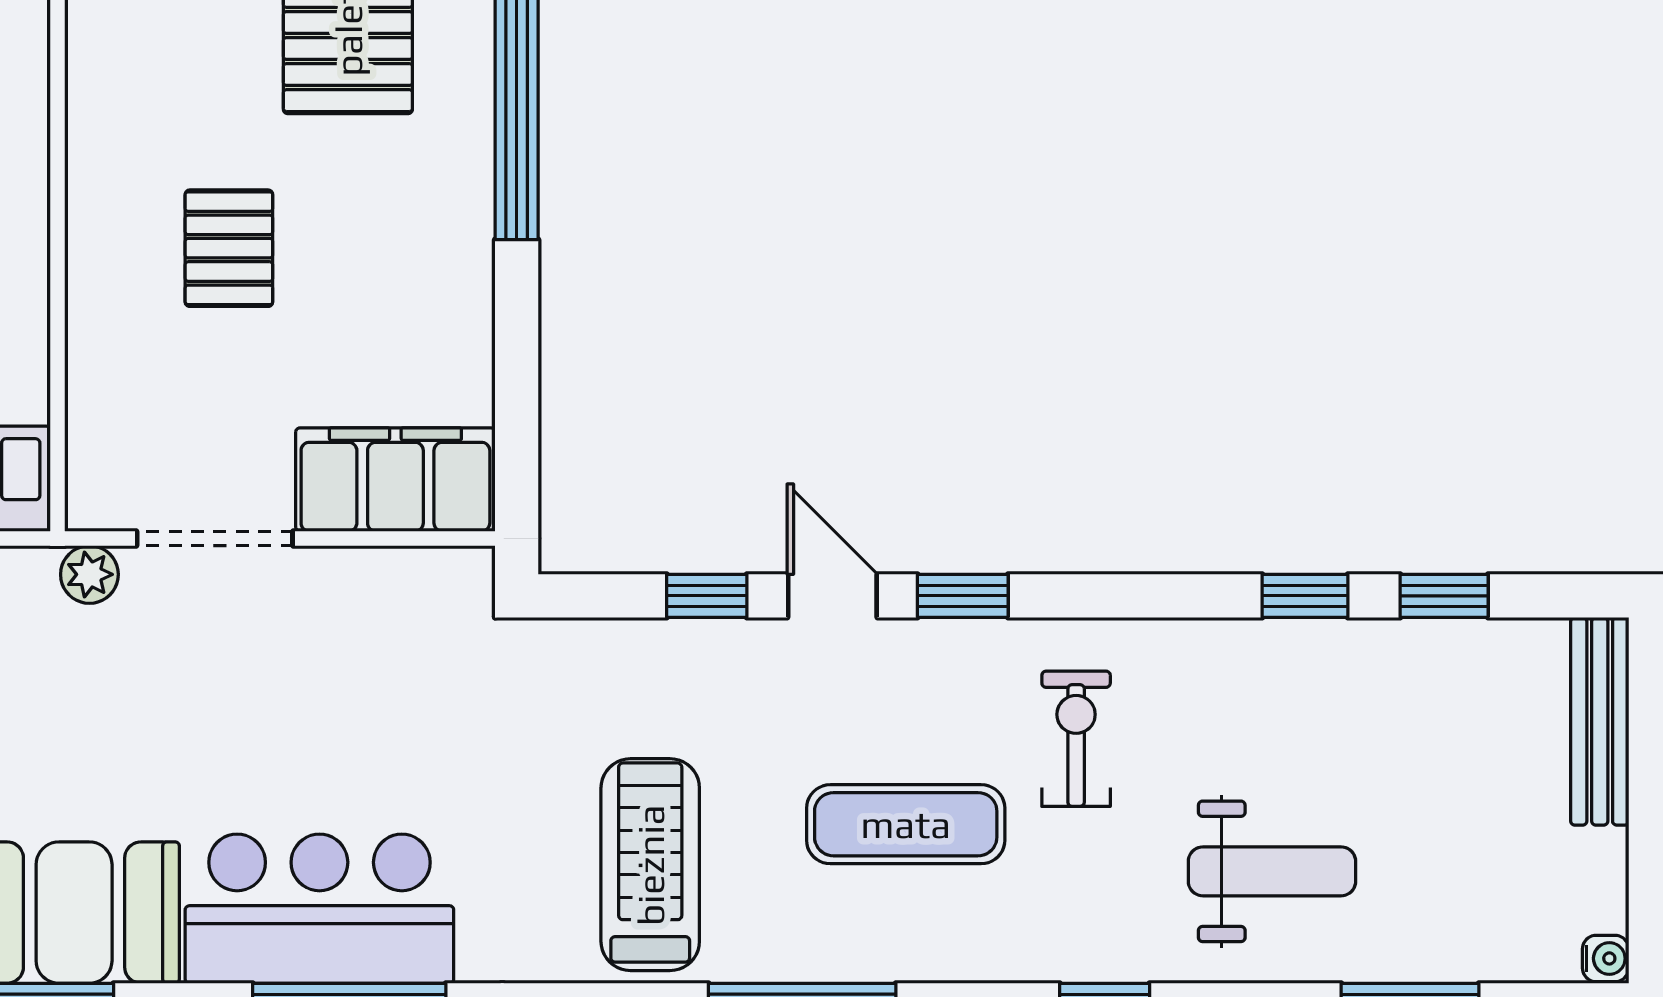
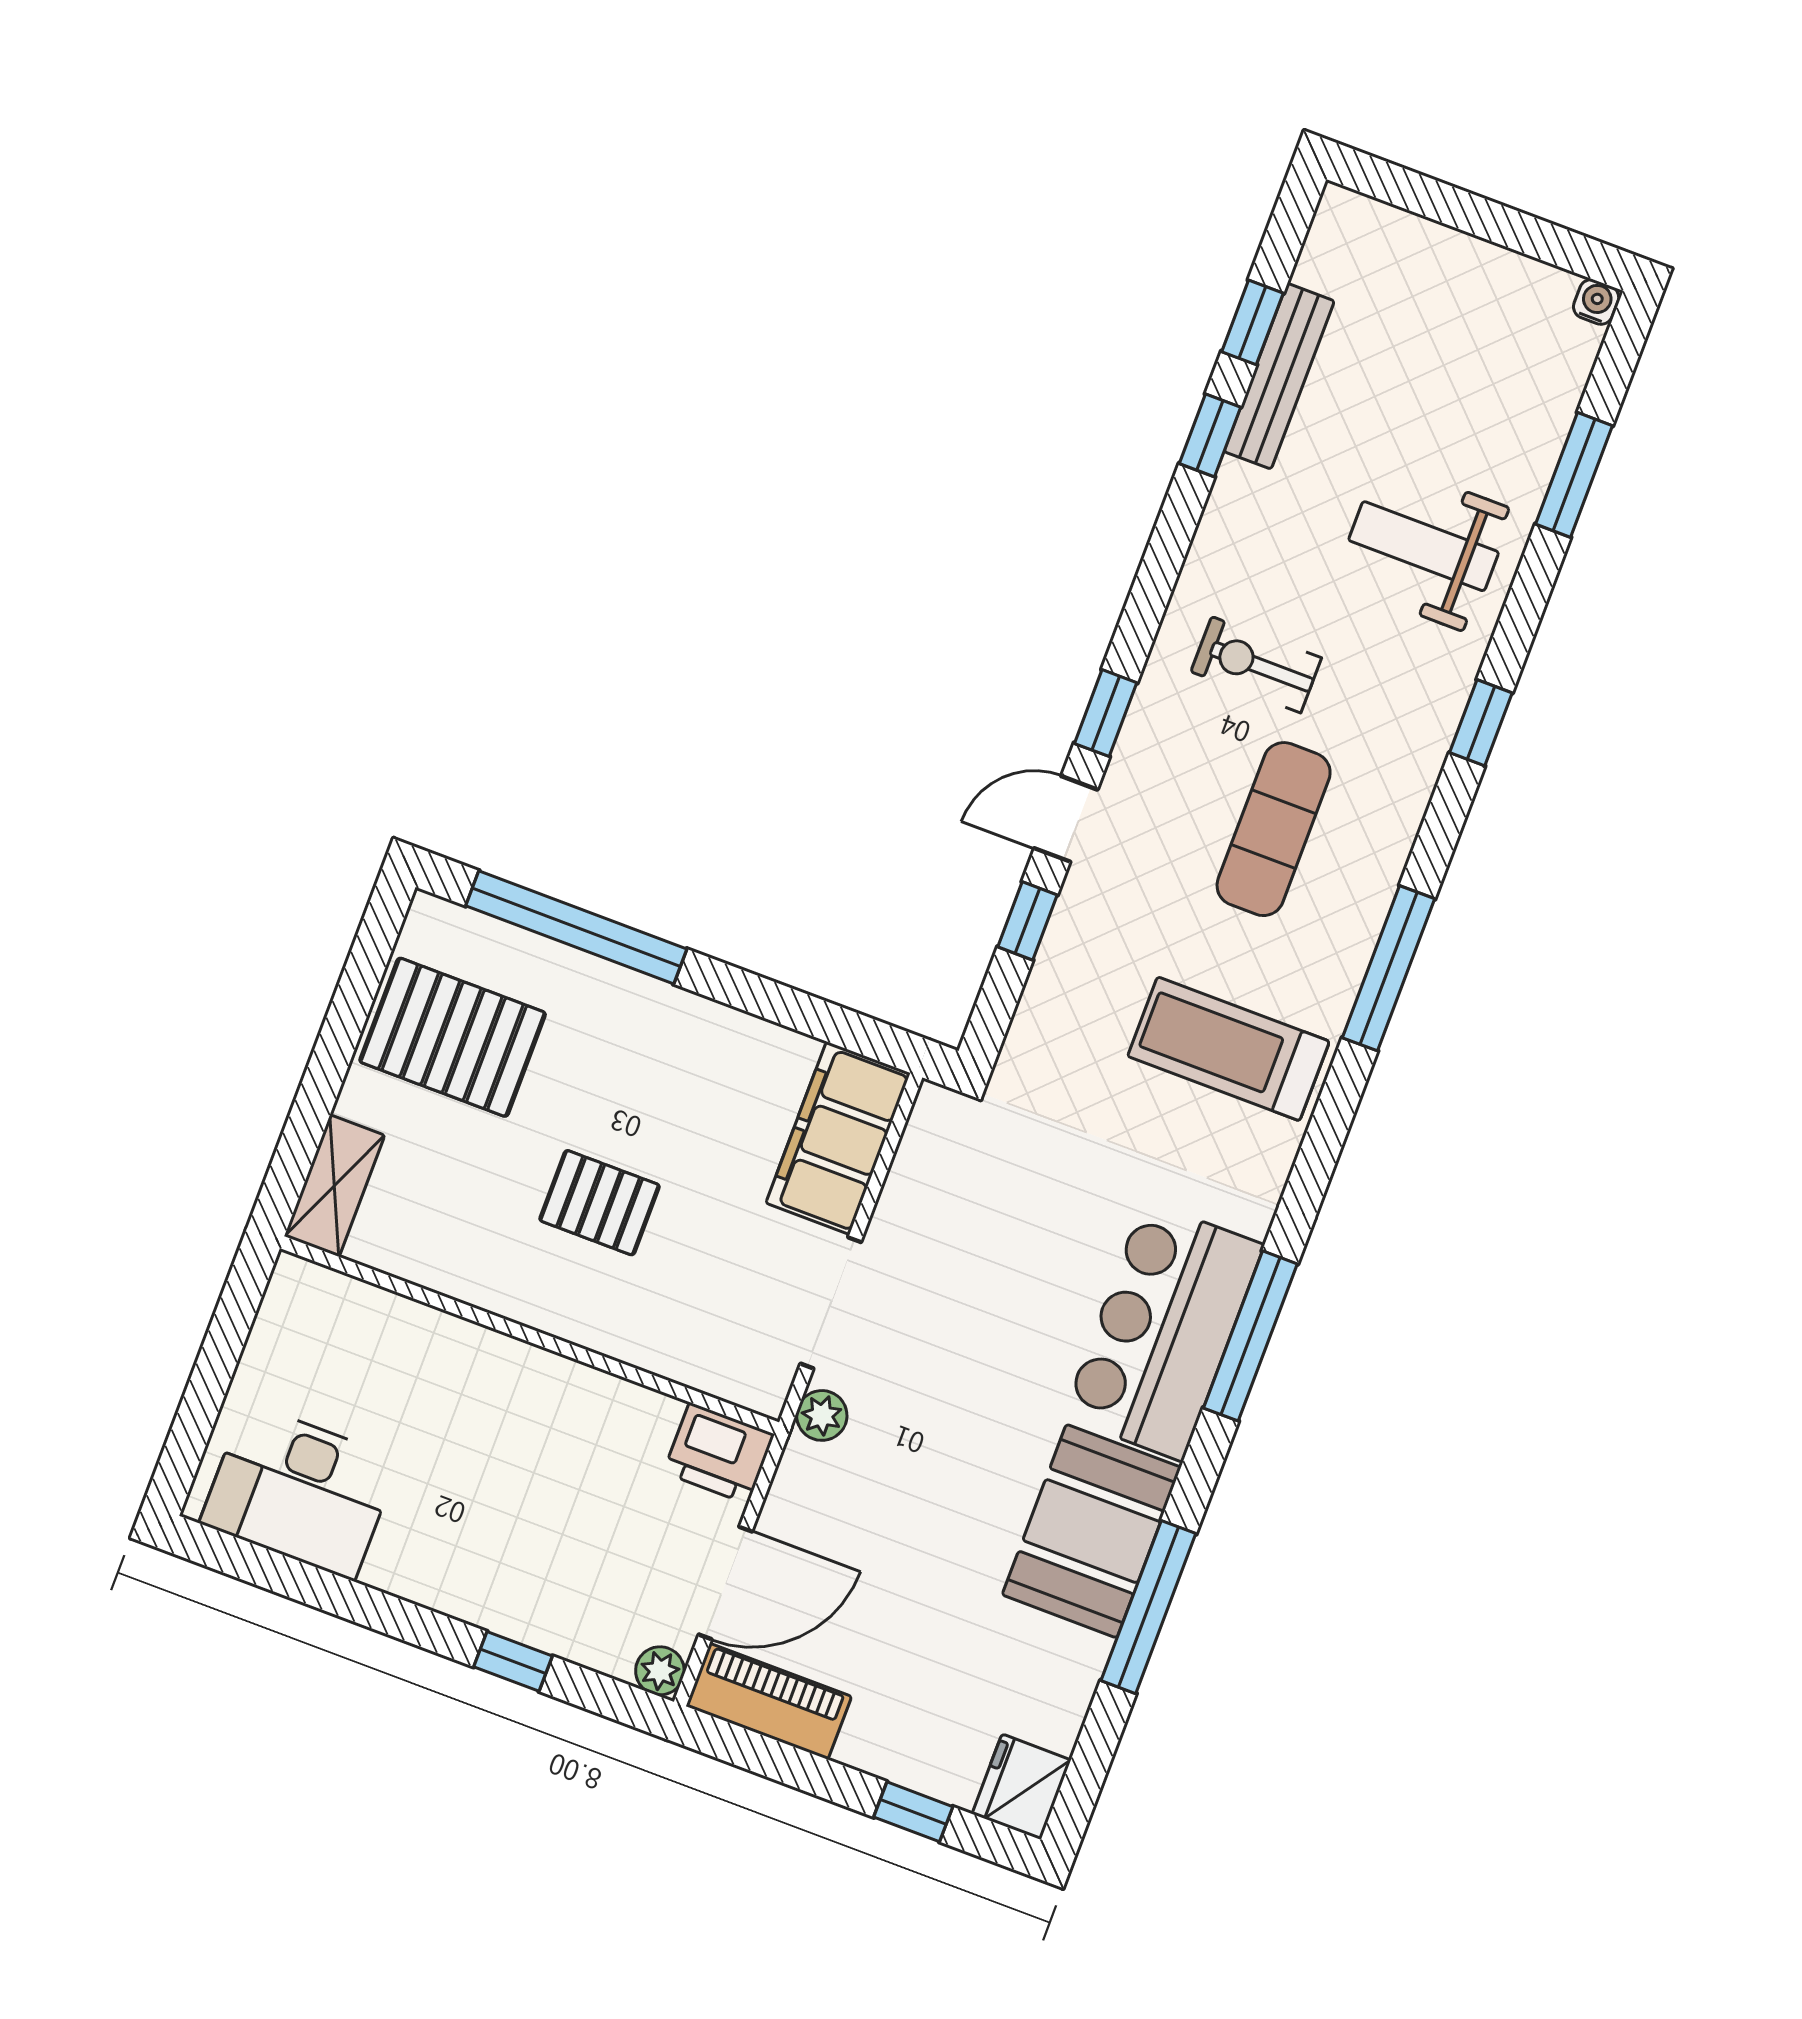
bench: (1600, 721) -> (1279, 376), moved, turned 90
weight bench: (1272, 871) -> (1424, 546), turned -90

